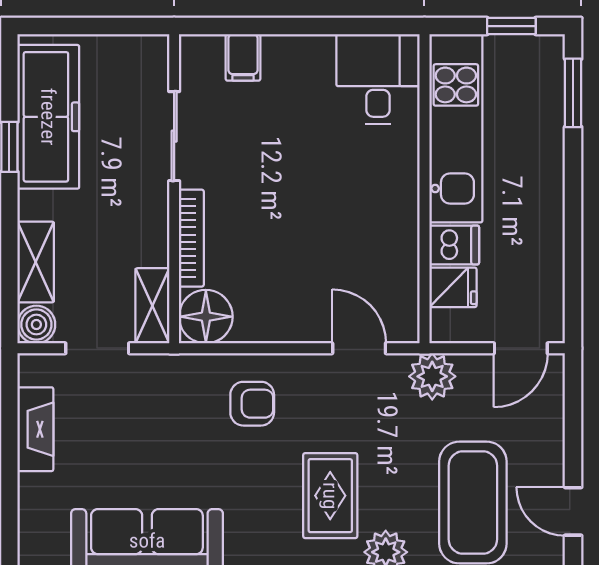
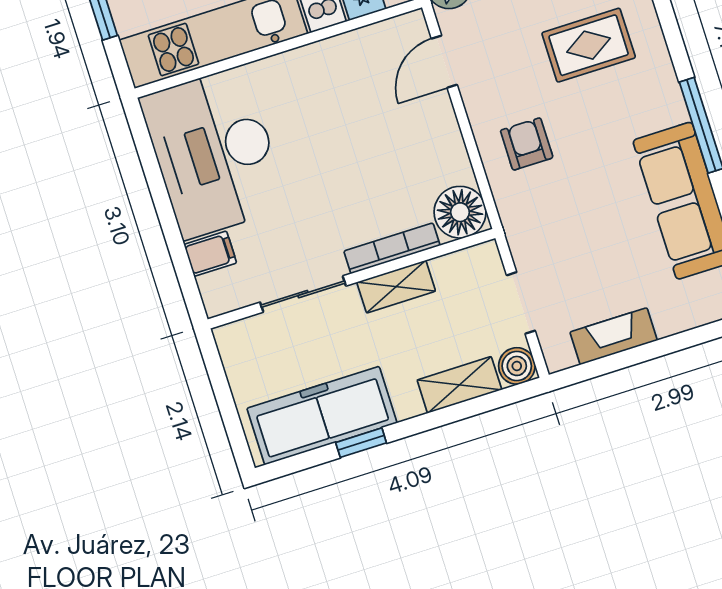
desk: (378, 79) -> (214, 153), width x1.87, depth x1.30
shelving: (152, 306) -> (396, 287), moved

